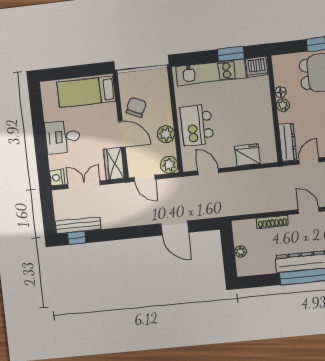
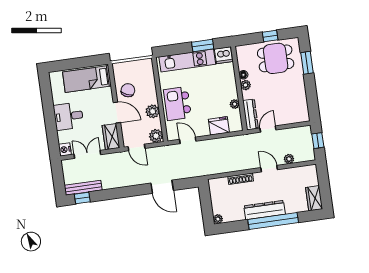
plant: (268, 128) -> (235, 104), added
plant: (240, 252) -> (218, 219), moved

